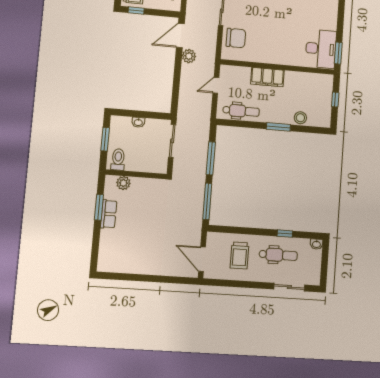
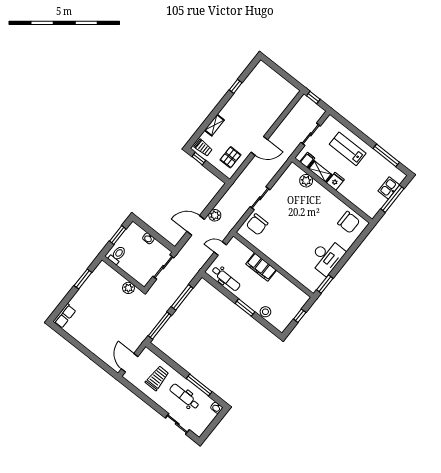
door: (180, 36) -> (196, 225), moved
chair: (236, 38) -> (257, 224), turned 90
desk: (321, 49) -> (327, 257), moved
plant: (123, 183) -> (128, 288), moved
row of seats: (109, 214) -> (64, 316), moved
window: (285, 234) -> (199, 385), width x2.17
trolley: (240, 255) -> (157, 378), turned 180
dental chair: (278, 255) -> (184, 397), turned 180

